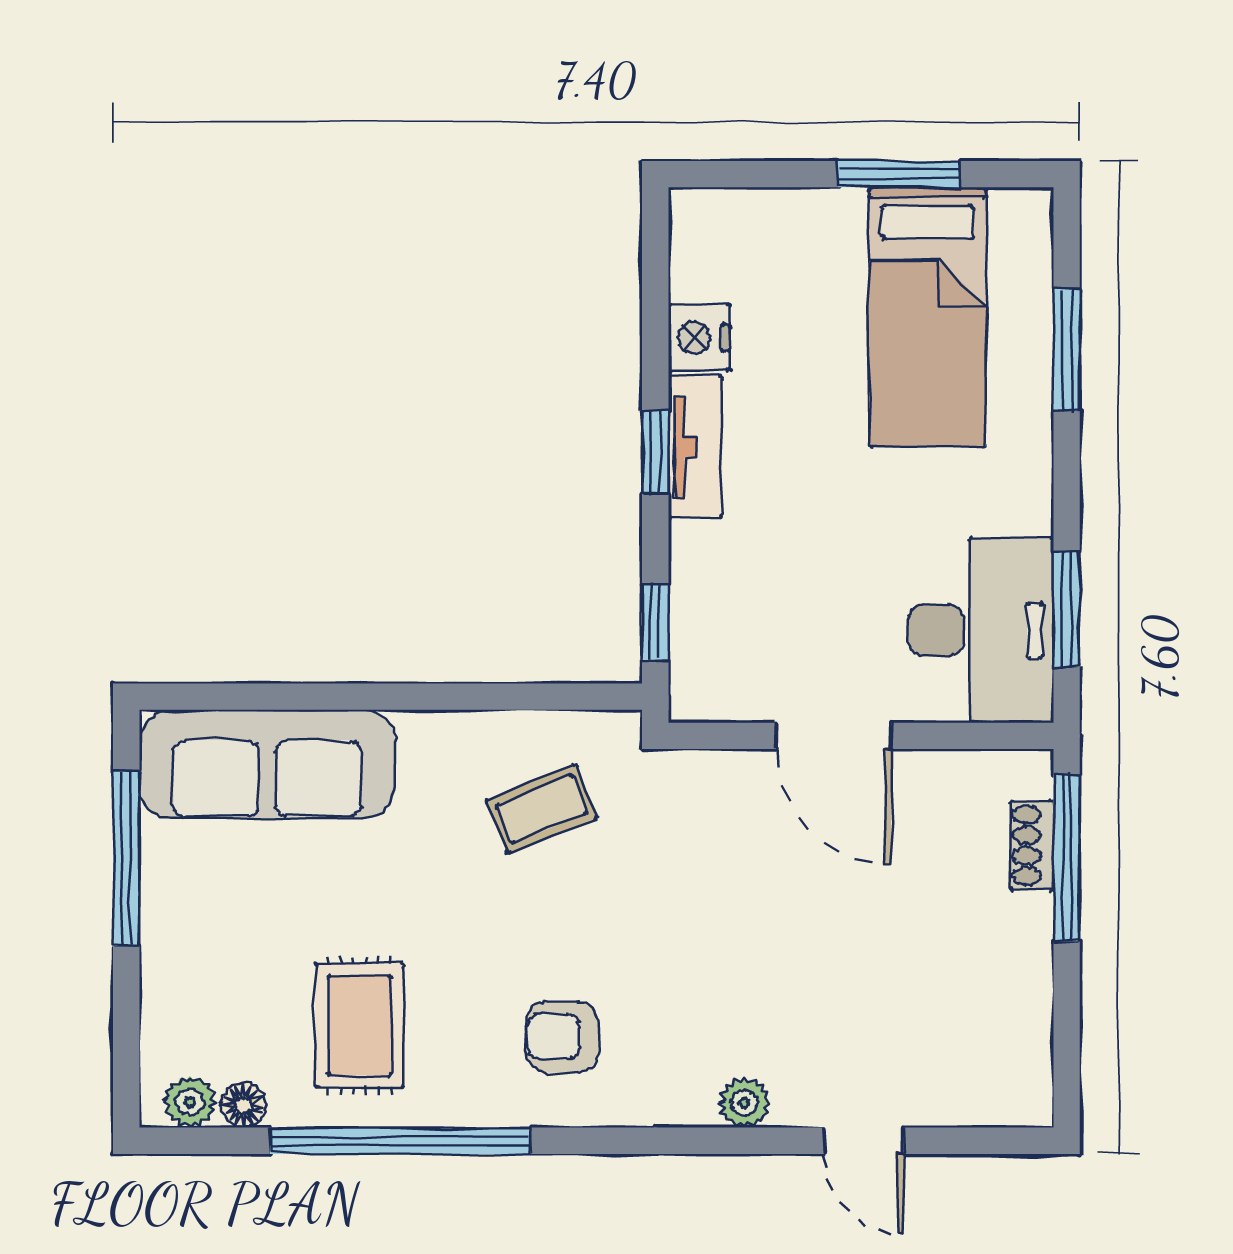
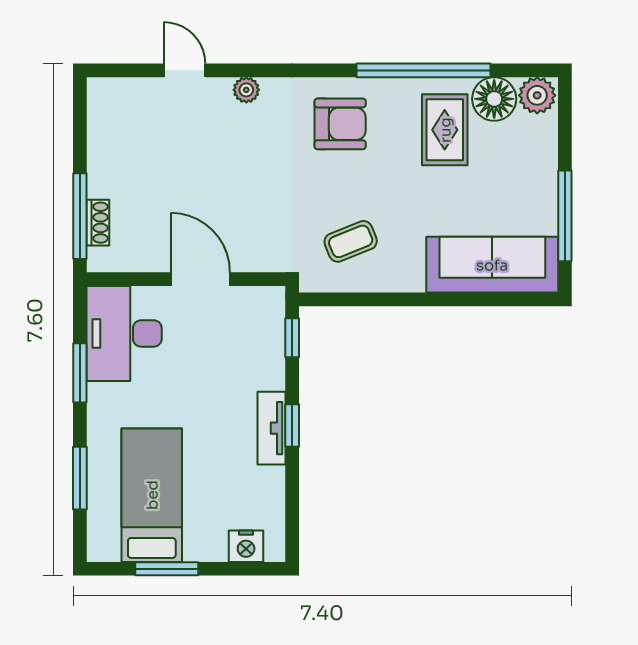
nightstand: (699, 338) -> (246, 546), moved, turned 90
window: (1067, 609) -> (80, 373), moved
armchair: (562, 1037) -> (340, 124), width x1.38, depth x1.38
plant: (190, 1102) -> (537, 95), width x1.38, depth x1.38
floor lamp: (243, 1105) -> (494, 99), width x1.89, depth x1.89

